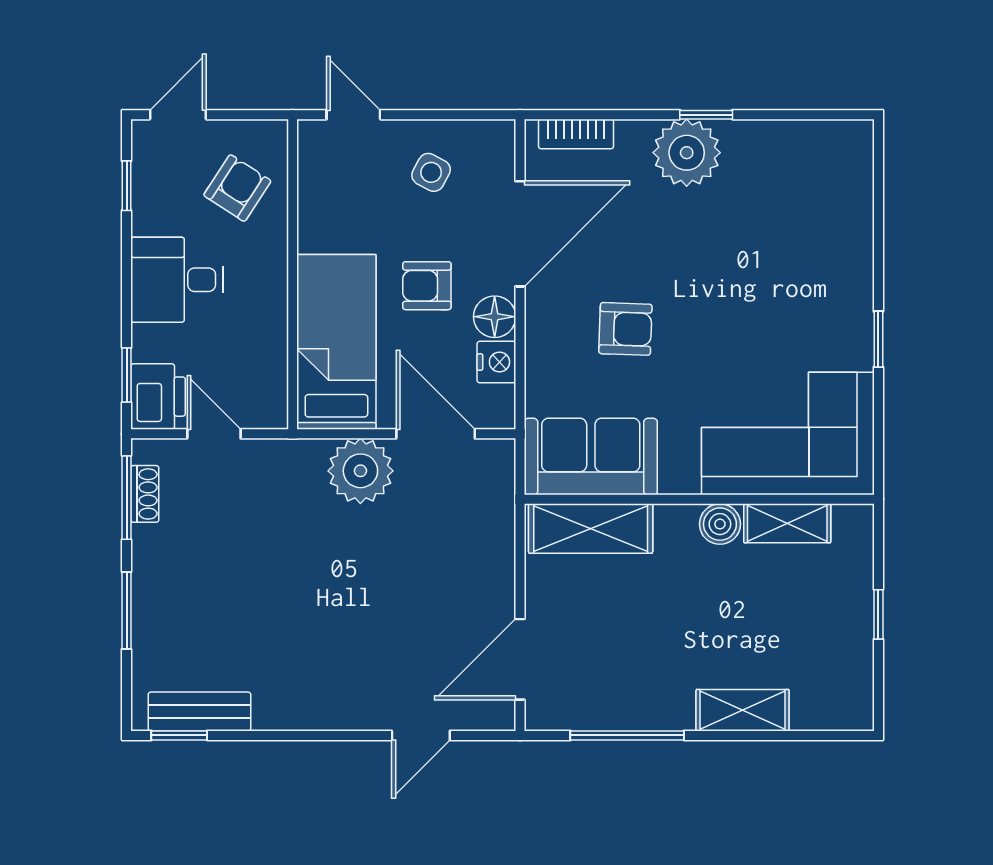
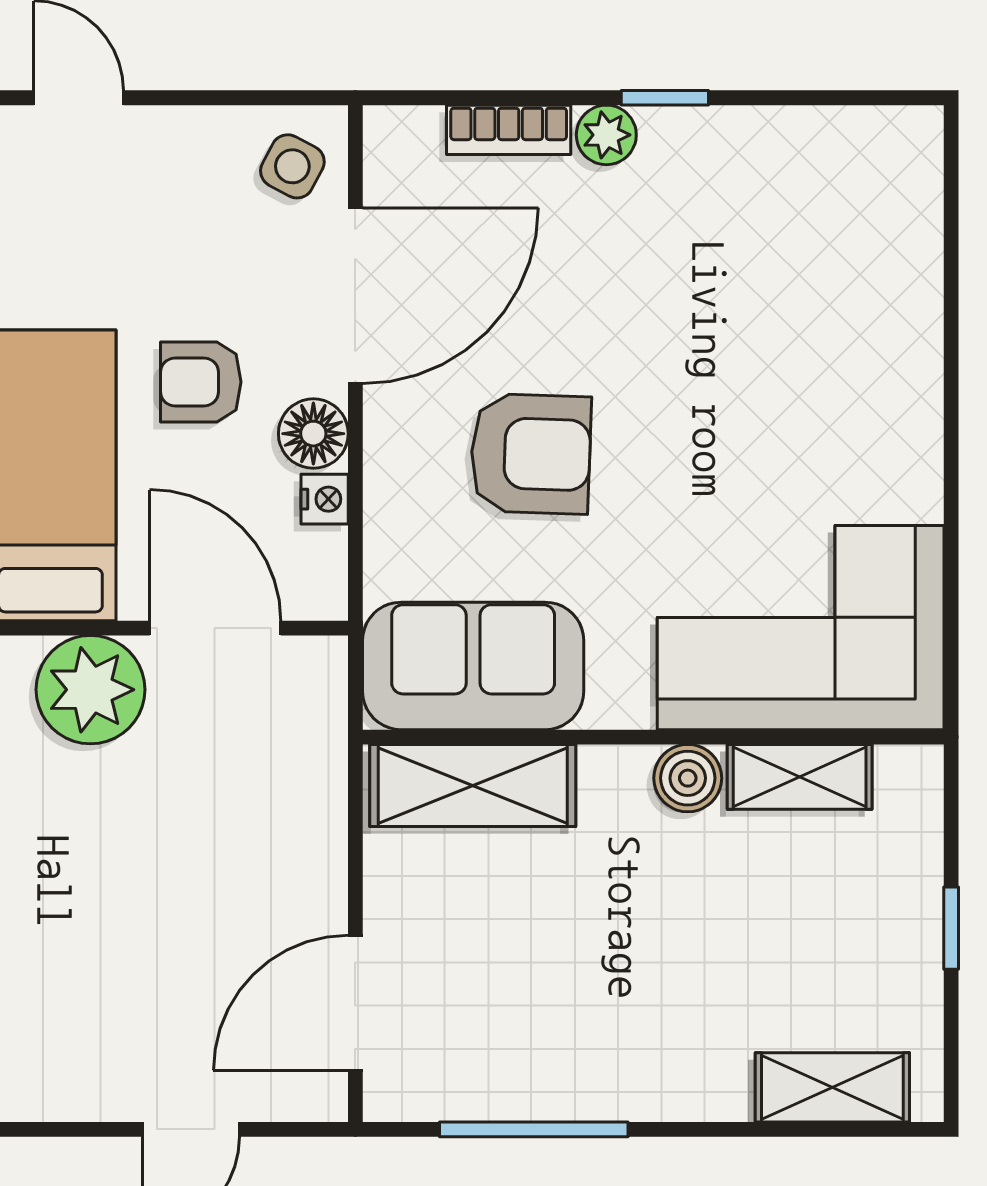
bookcase: (576, 134) -> (509, 130), moved
plant: (687, 153) -> (606, 135), width x0.53, depth x0.53
side table: (431, 172) -> (292, 166), moved
armchair: (625, 329) -> (531, 454), width x1.38, depth x1.38
window: (878, 339) -> (951, 471), removed
nightstand: (496, 362) -> (325, 499), width x0.72, depth x0.74
shelving: (743, 710) -> (832, 1087), moved

